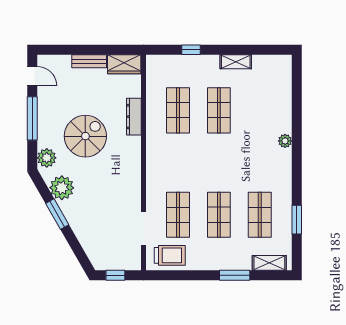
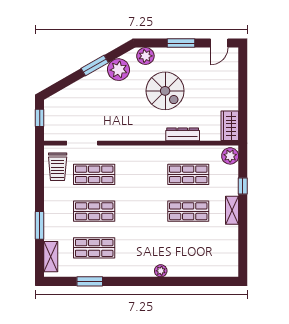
bench: (89, 61) -> (233, 94), removed
shelving: (236, 62) -> (232, 210), moved
plant: (158, 64) -> (230, 156), added
window: (32, 118) -> (181, 43), width x0.69

